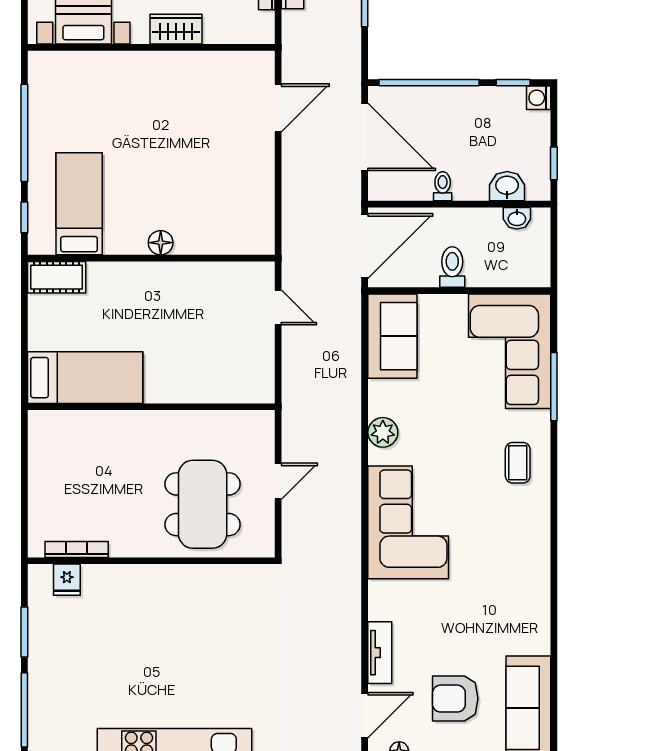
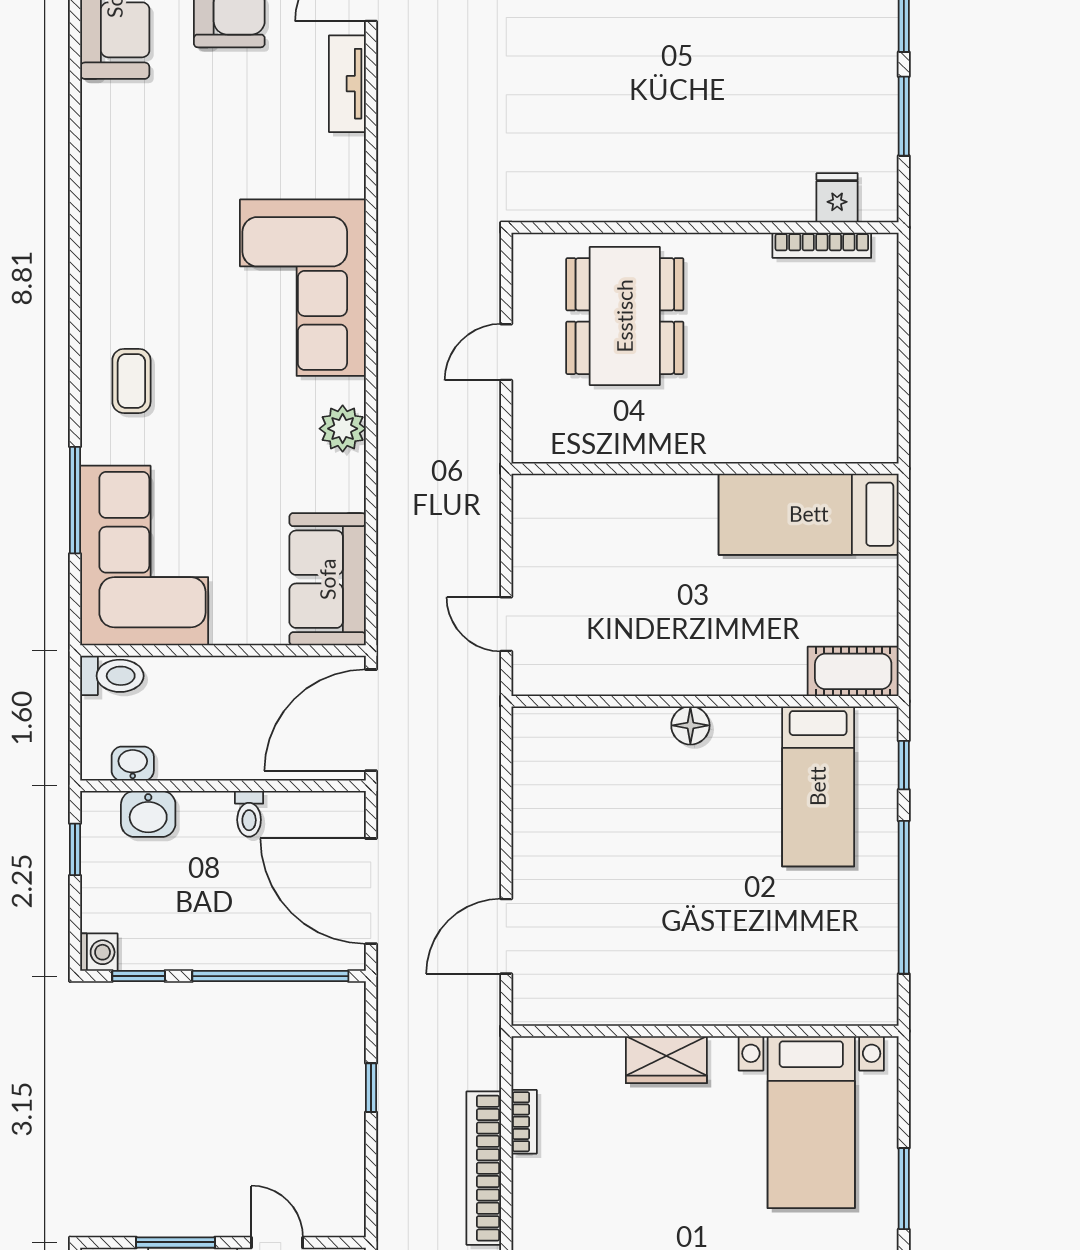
toilet: (452, 267) -> (112, 676), moved, turned -90

